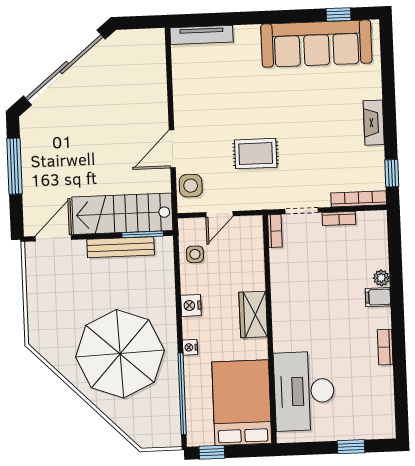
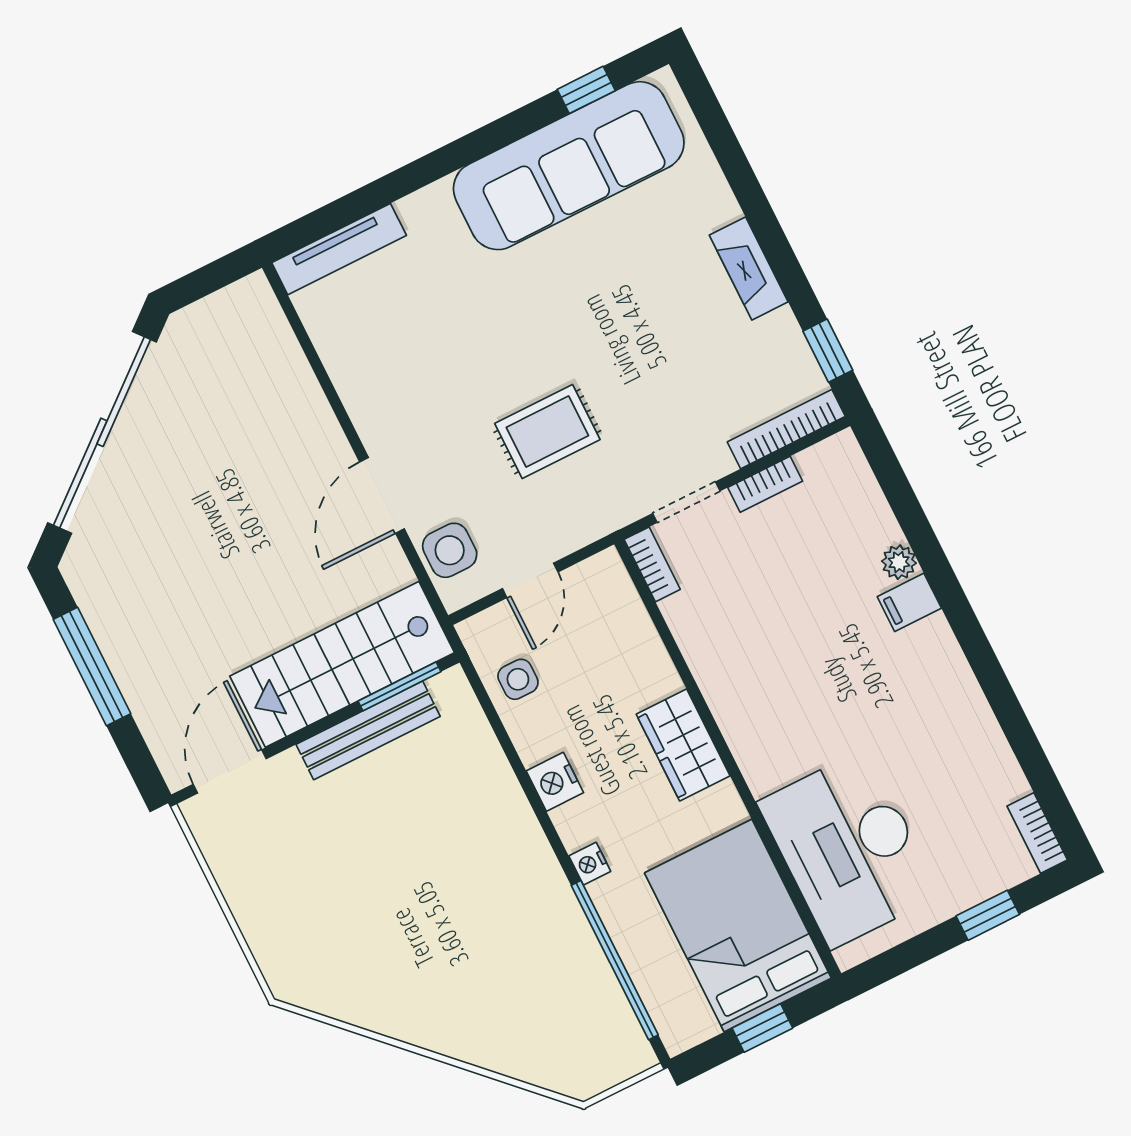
bookcase: (385, 347) -> (1037, 833), moved
parasol: (120, 354) -> (460, 937), removed
window: (212, 452) -> (762, 1028), moved

